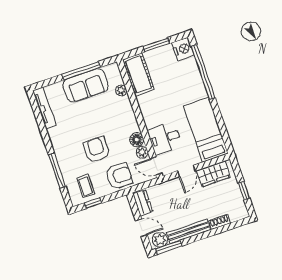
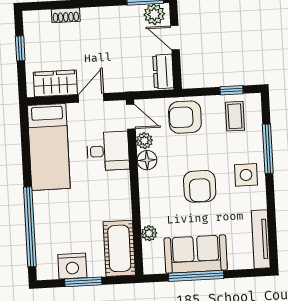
nightstand: (183, 49) -> (72, 266), moved, turned -90
side table: (67, 149) -> (246, 175), added
armchair: (97, 150) -> (200, 186), moved
bench: (189, 231) -> (112, 14), removed

